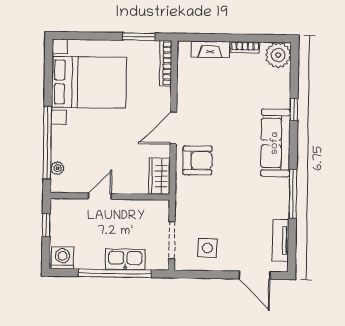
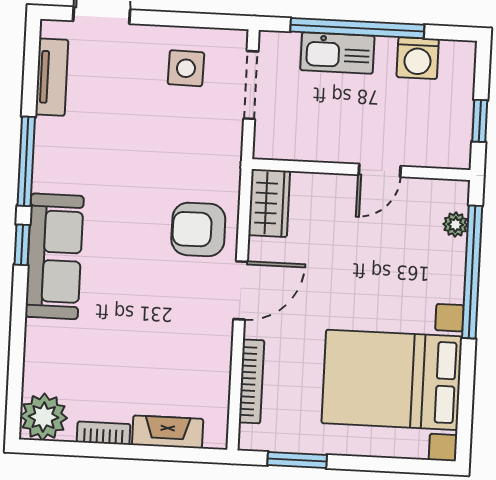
bookcase: (166, 63) -> (252, 381), moved
window: (294, 109) -> (22, 245), moved
washing machine: (62, 258) -> (418, 58), moved

